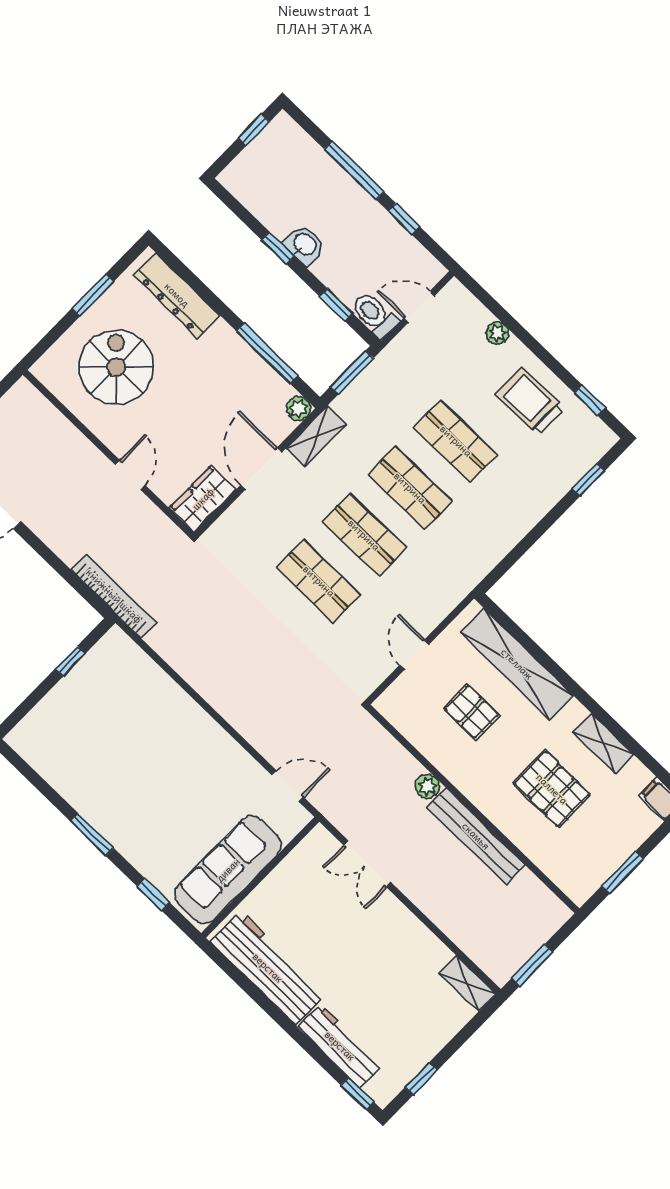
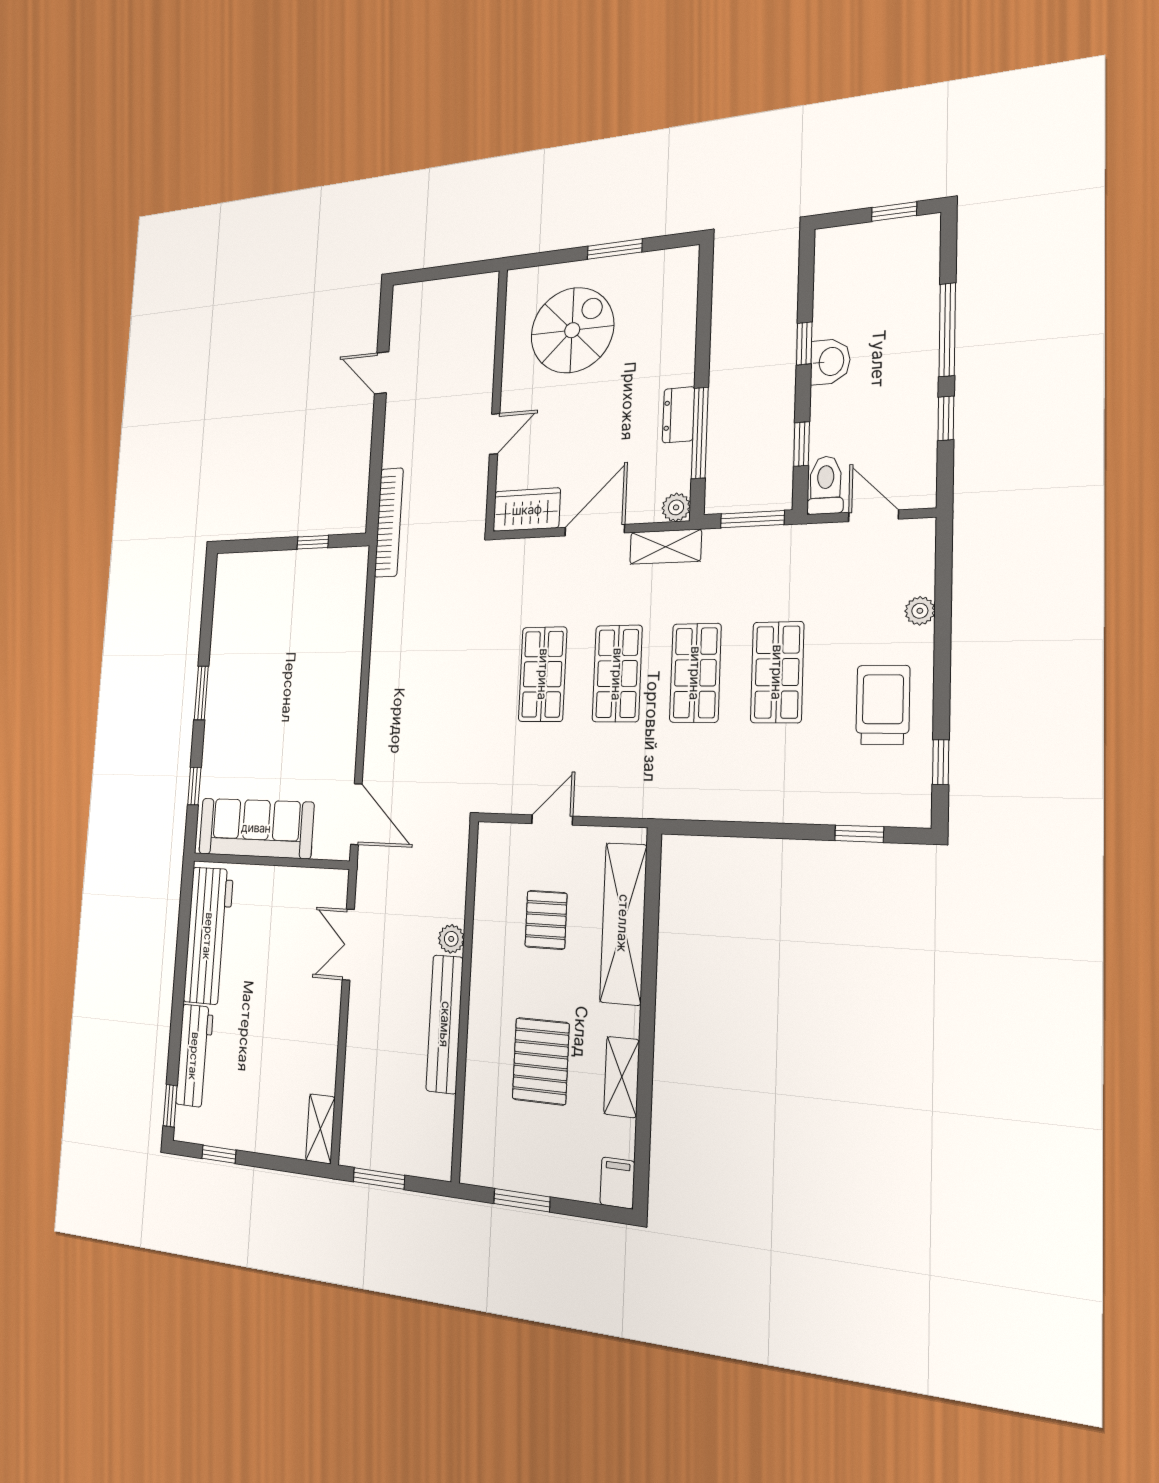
dresser: (177, 295) -> (678, 415), moved, width x0.51, depth x0.80
door: (288, 786) -> (356, 814), width x1.38

